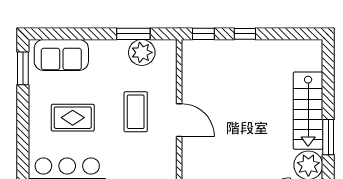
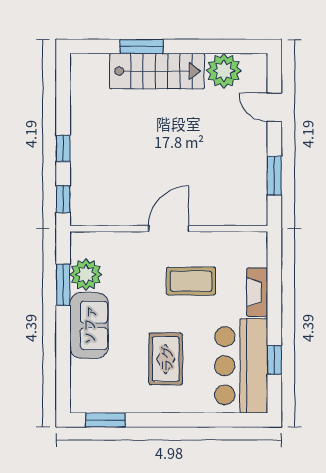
sofa: (61, 55) -> (89, 325), moved
coffee table: (136, 112) -> (191, 281), moved
window: (328, 137) -> (141, 46), moved

